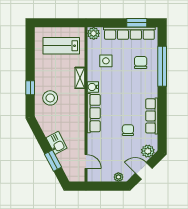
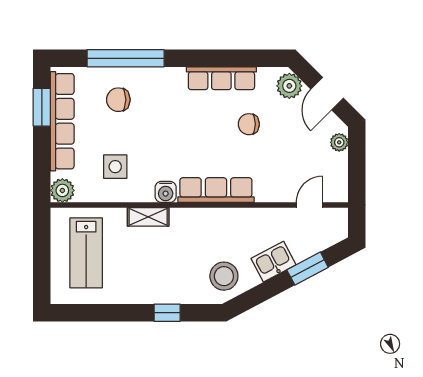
stool: (50, 98) -> (224, 276), moved

